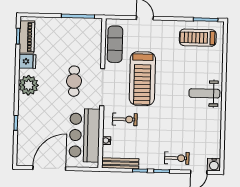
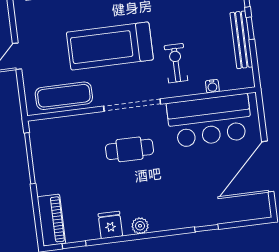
piano: (27, 37) -> (51, 220), moved, turned 90
treadmill: (142, 79) -> (110, 46), turned 180
plant: (28, 85) -> (140, 226), width x0.53, depth x0.53
bench: (120, 163) -> (241, 40), moved
door: (49, 168) -> (268, 167), hinge flipped

